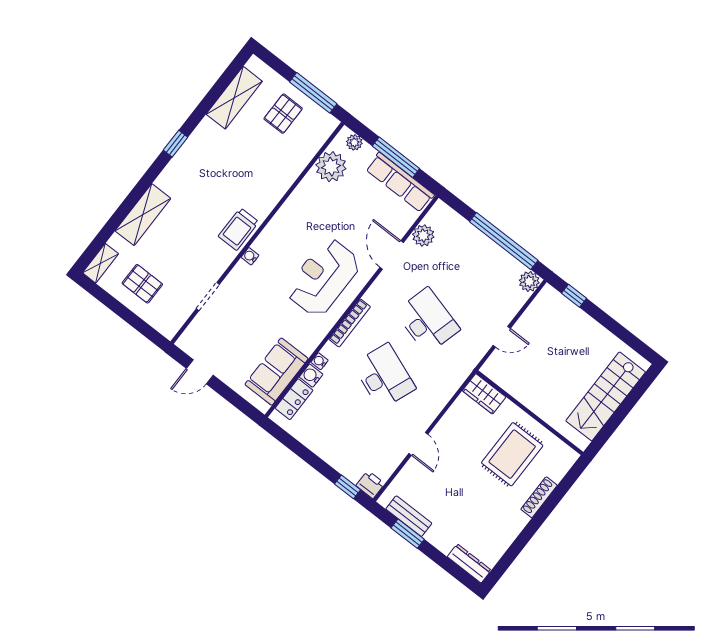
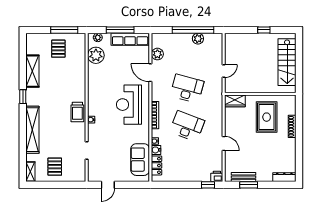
shelving: (234, 98) -> (32, 71), moved
shelving: (143, 215) -> (32, 130), width x1.47
plant: (529, 281) -> (198, 39), moved
pallet: (142, 284) -> (55, 167), turned 90
window: (574, 296) -> (264, 30), moved

